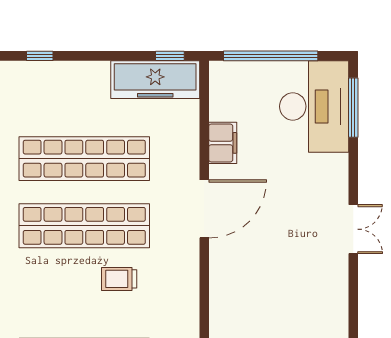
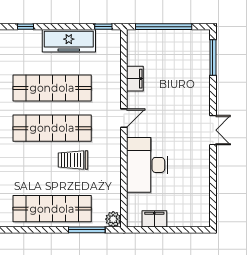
freezer: (155, 80) -> (69, 41), moved
desk: (314, 106) -> (147, 165), moved, turned 180
door: (204, 209) -> (124, 118), width x0.53
trolley: (119, 279) -> (73, 160), width x1.36, depth x1.39

